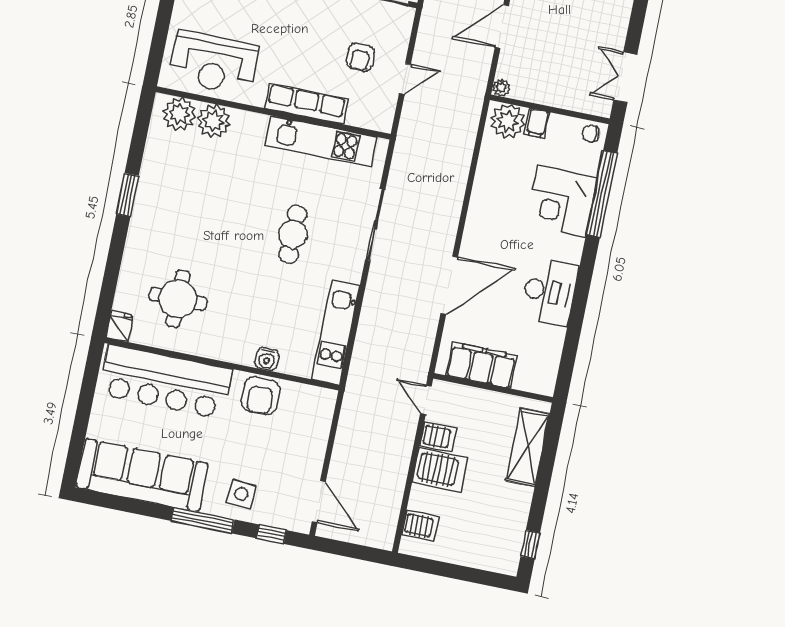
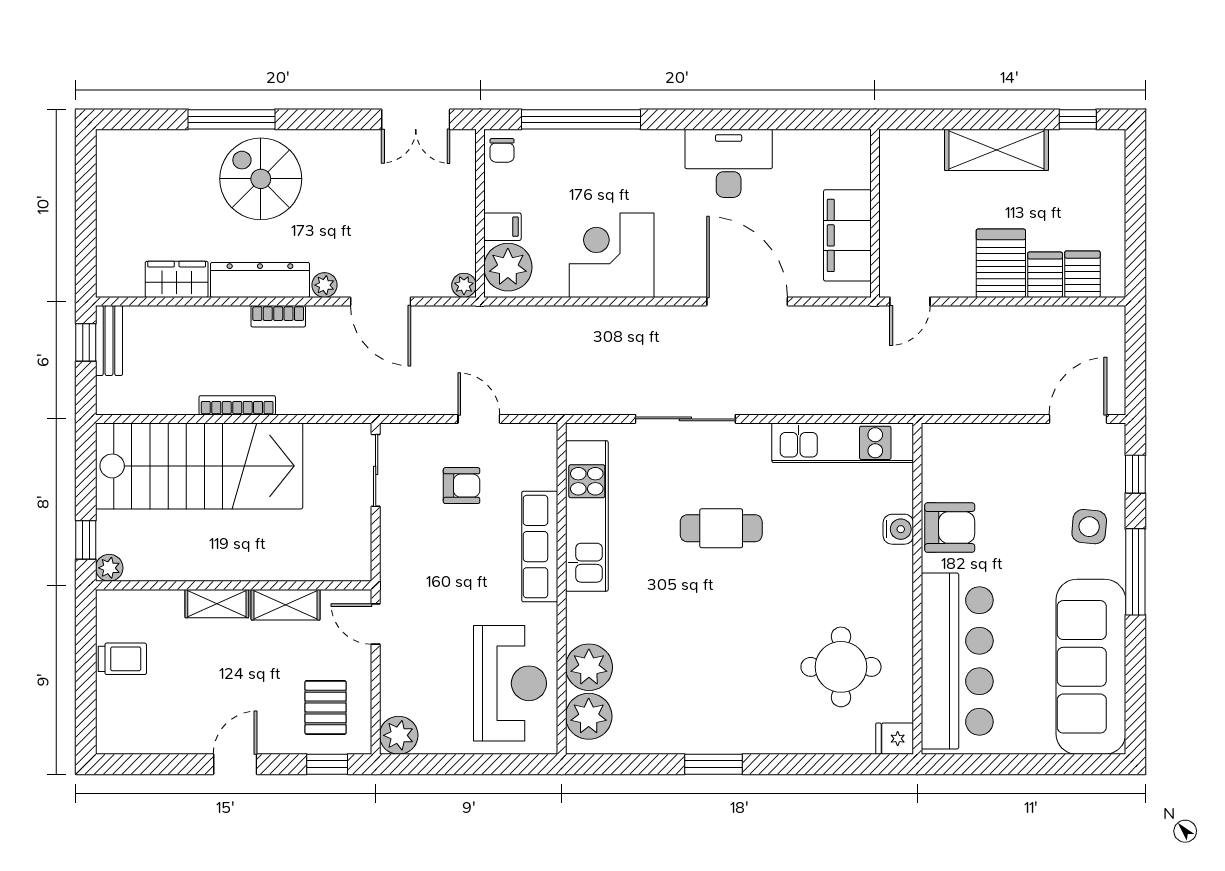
corner desk: (562, 202) -> (612, 255), moved, turned 180
server rack: (438, 437) -> (1045, 275), moved
shelving: (528, 447) -> (996, 150), moved

